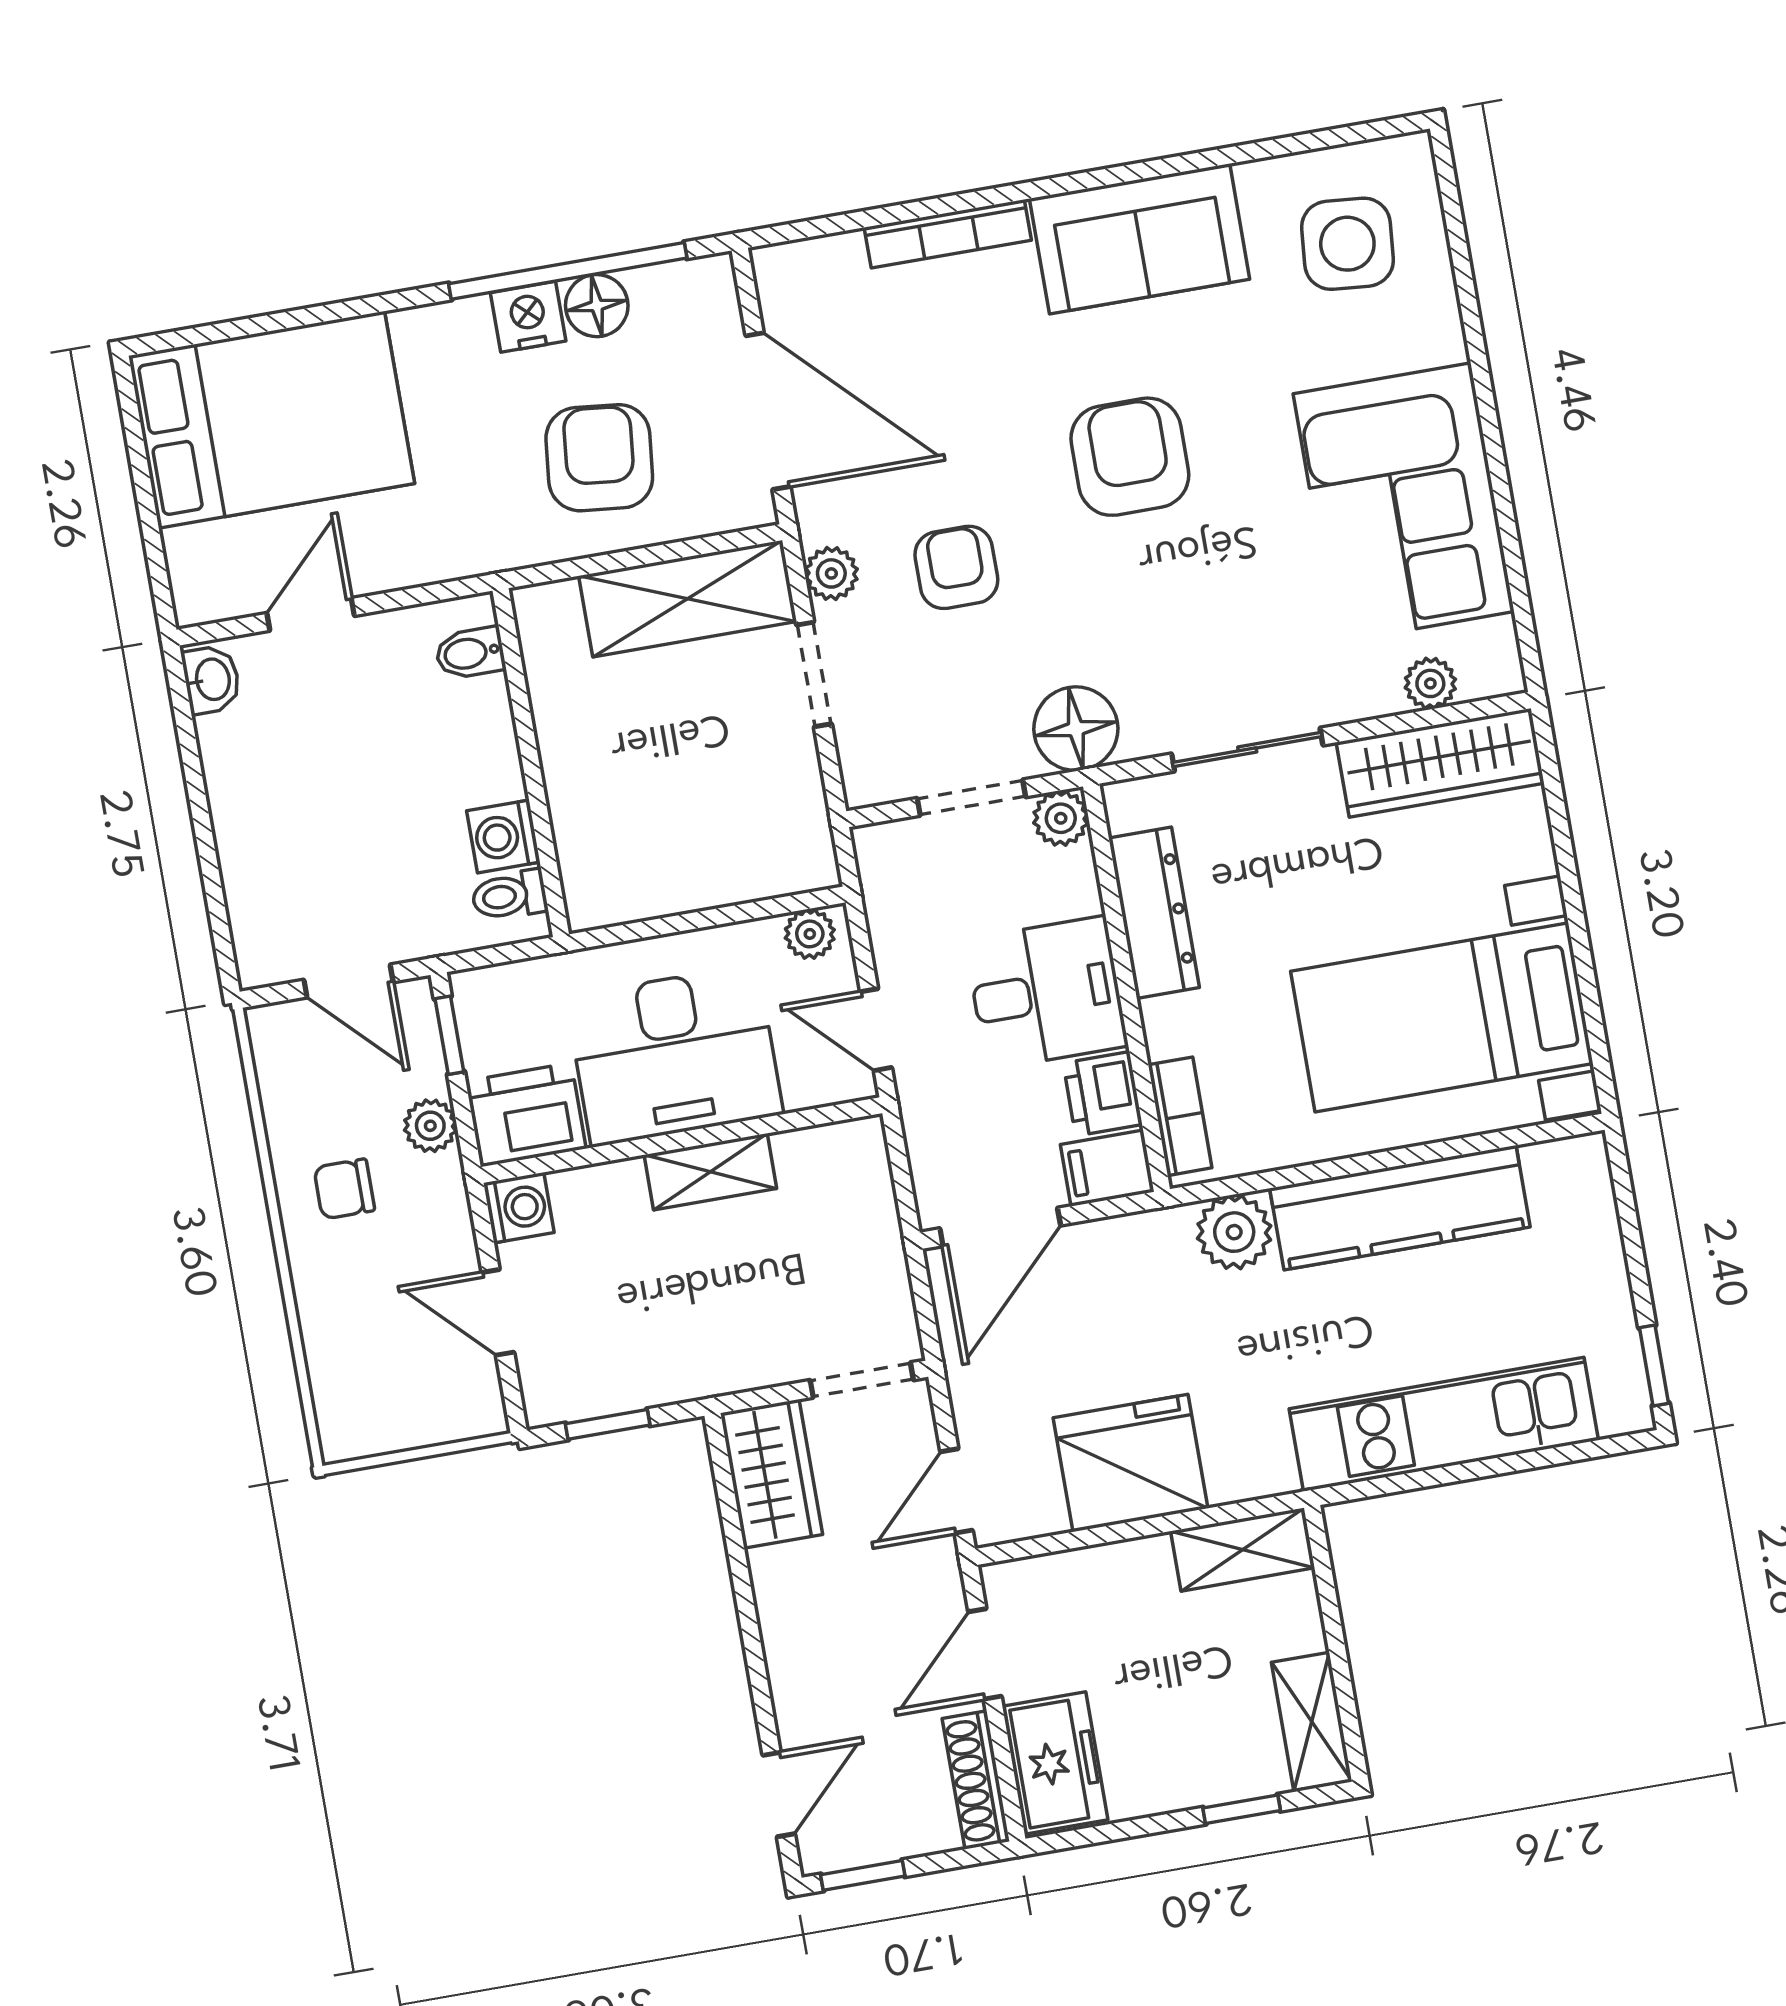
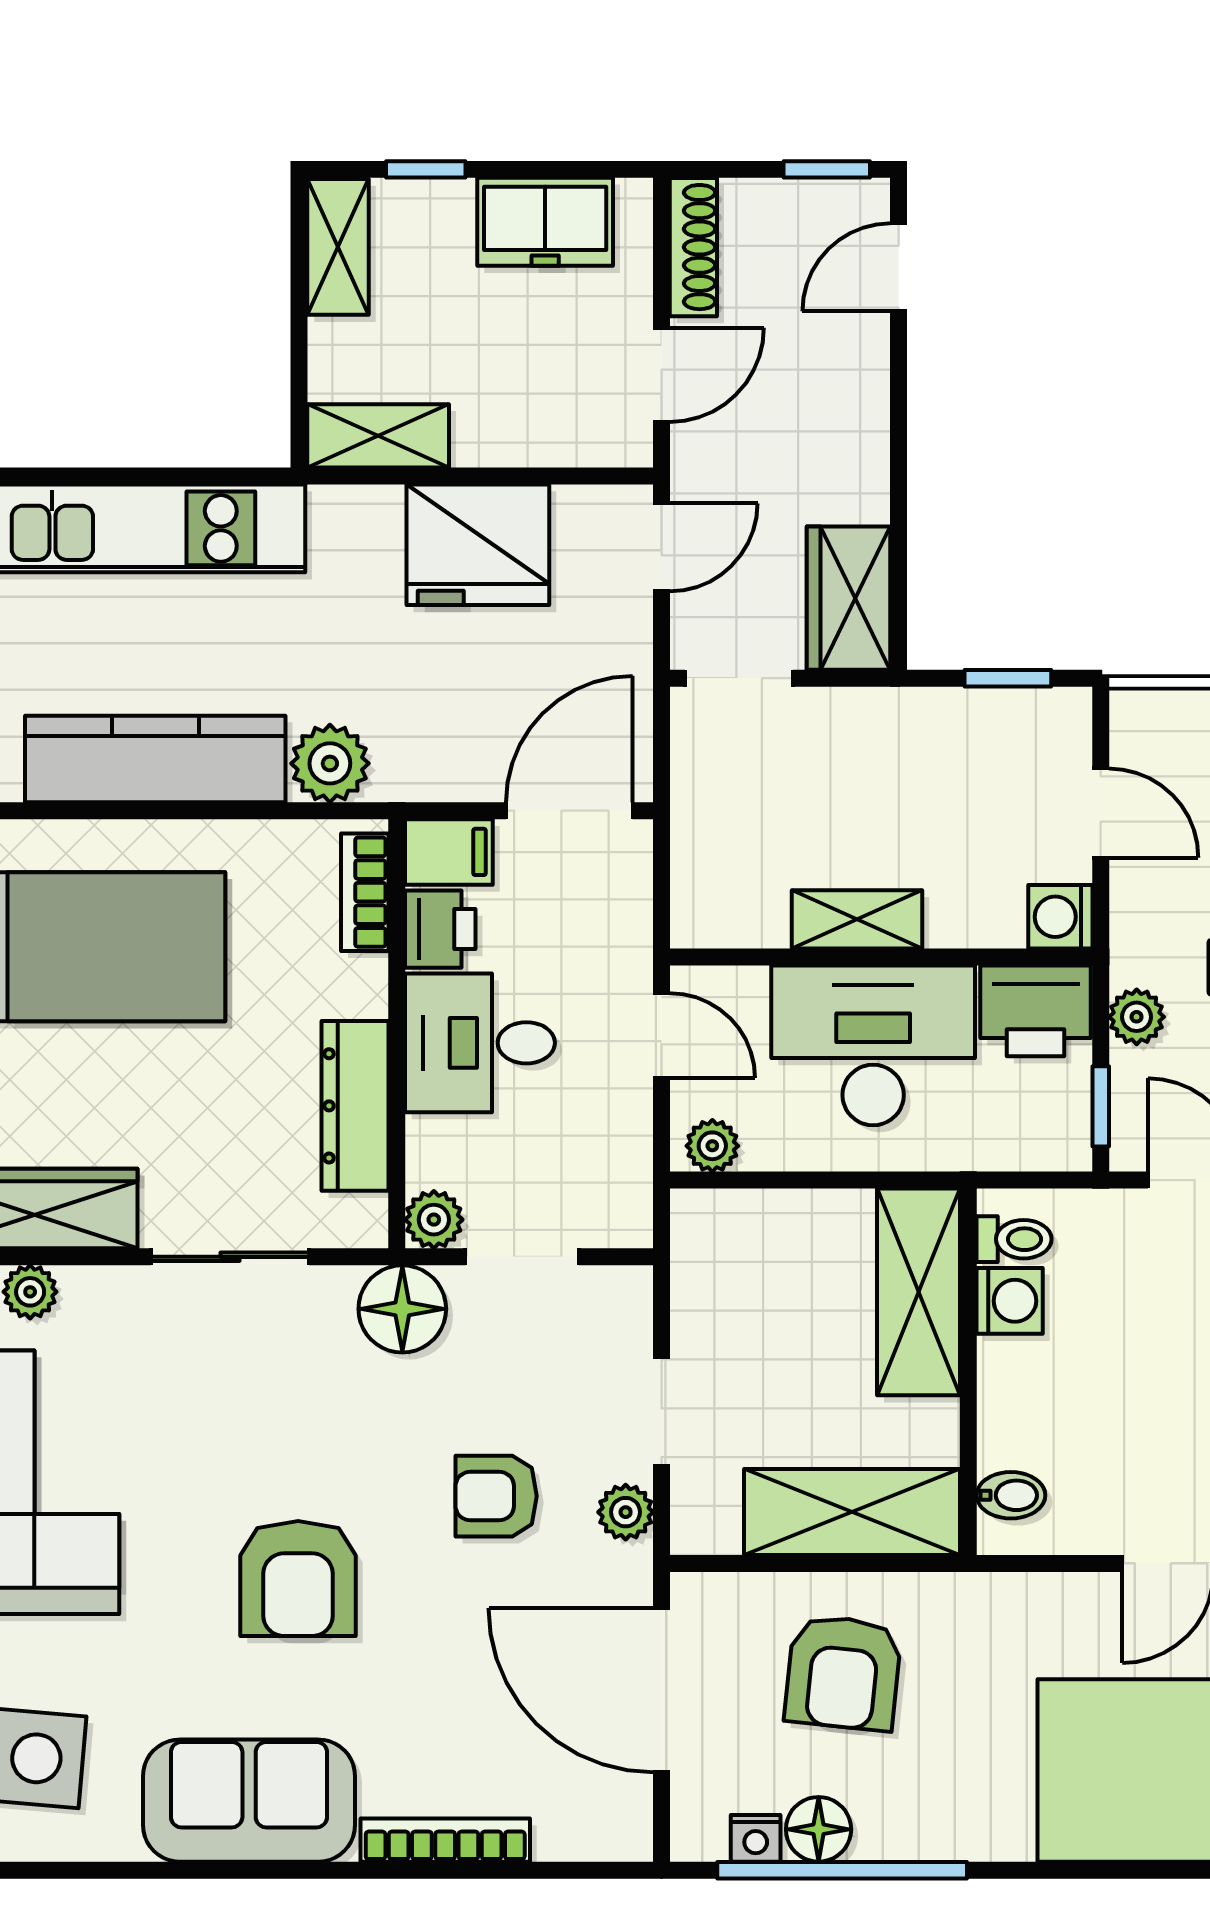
nightstand: (528, 317) -> (756, 1838), moved, width x0.72, depth x0.74
armchair: (956, 567) -> (496, 1496), turned 90
shelving: (688, 599) -> (852, 1512), moved
shelving: (591, 830) -> (918, 1292), added
freezer: (1055, 1763) -> (545, 222), moved, turned -90

